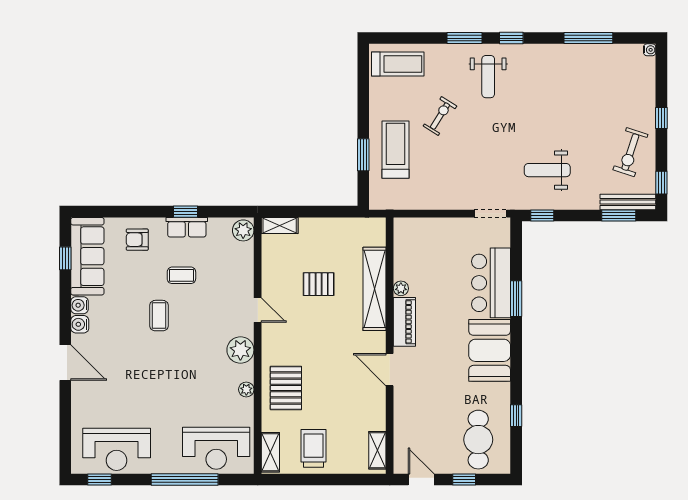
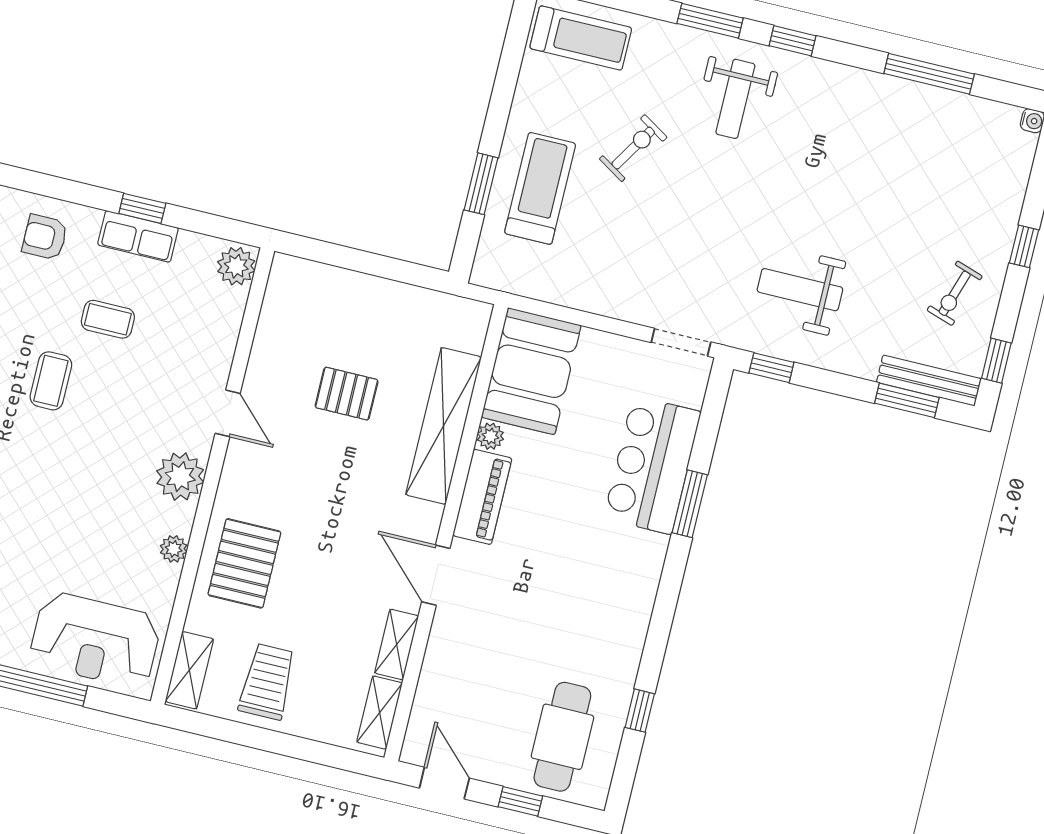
exercise bike: (630, 152) -> (955, 293), width x0.73, depth x0.72
shelving: (280, 226) -> (397, 645), moved, turned 90
booth: (490, 350) -> (531, 371), moved

